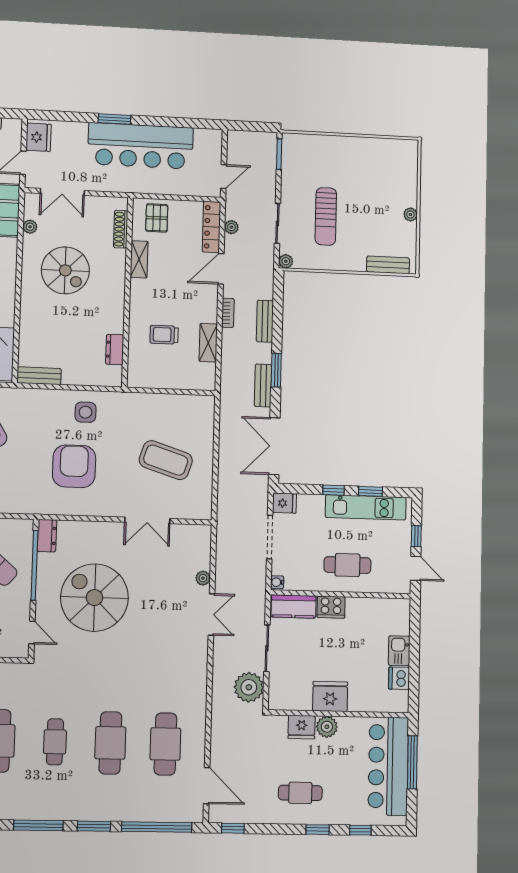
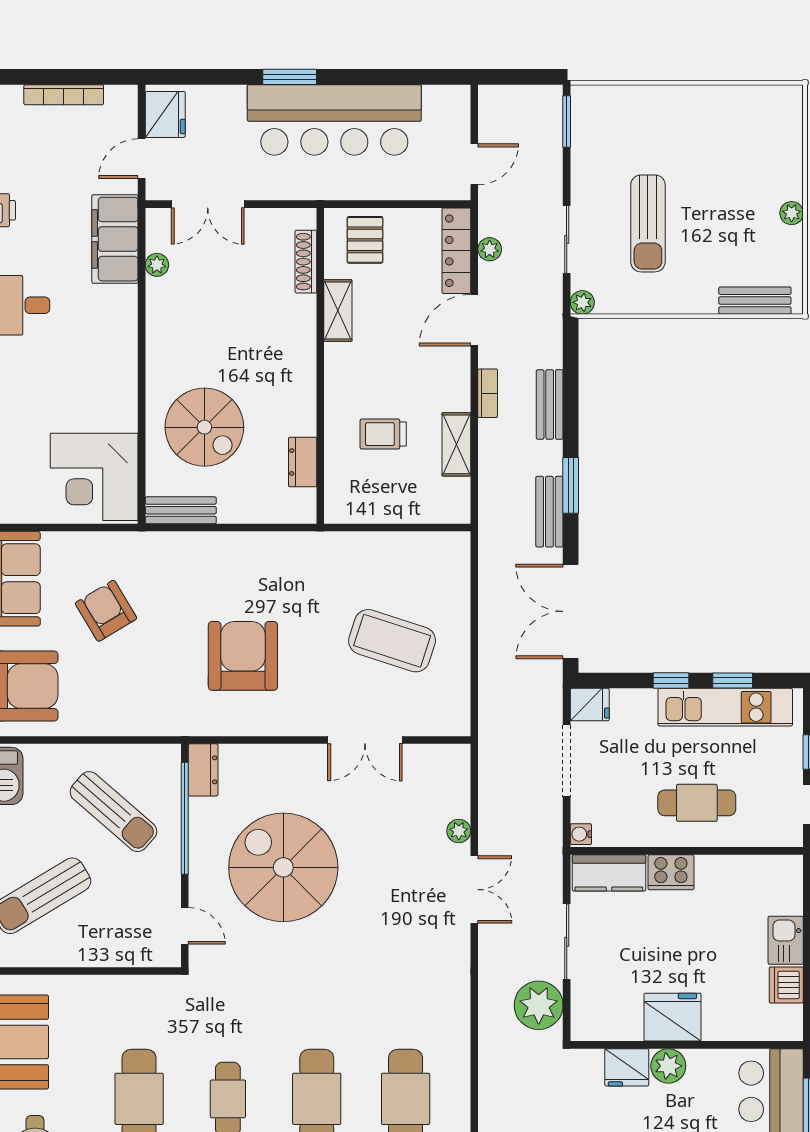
spiral stairs: (65, 270) -> (204, 427), moved
side table: (85, 412) -> (258, 567), removed

